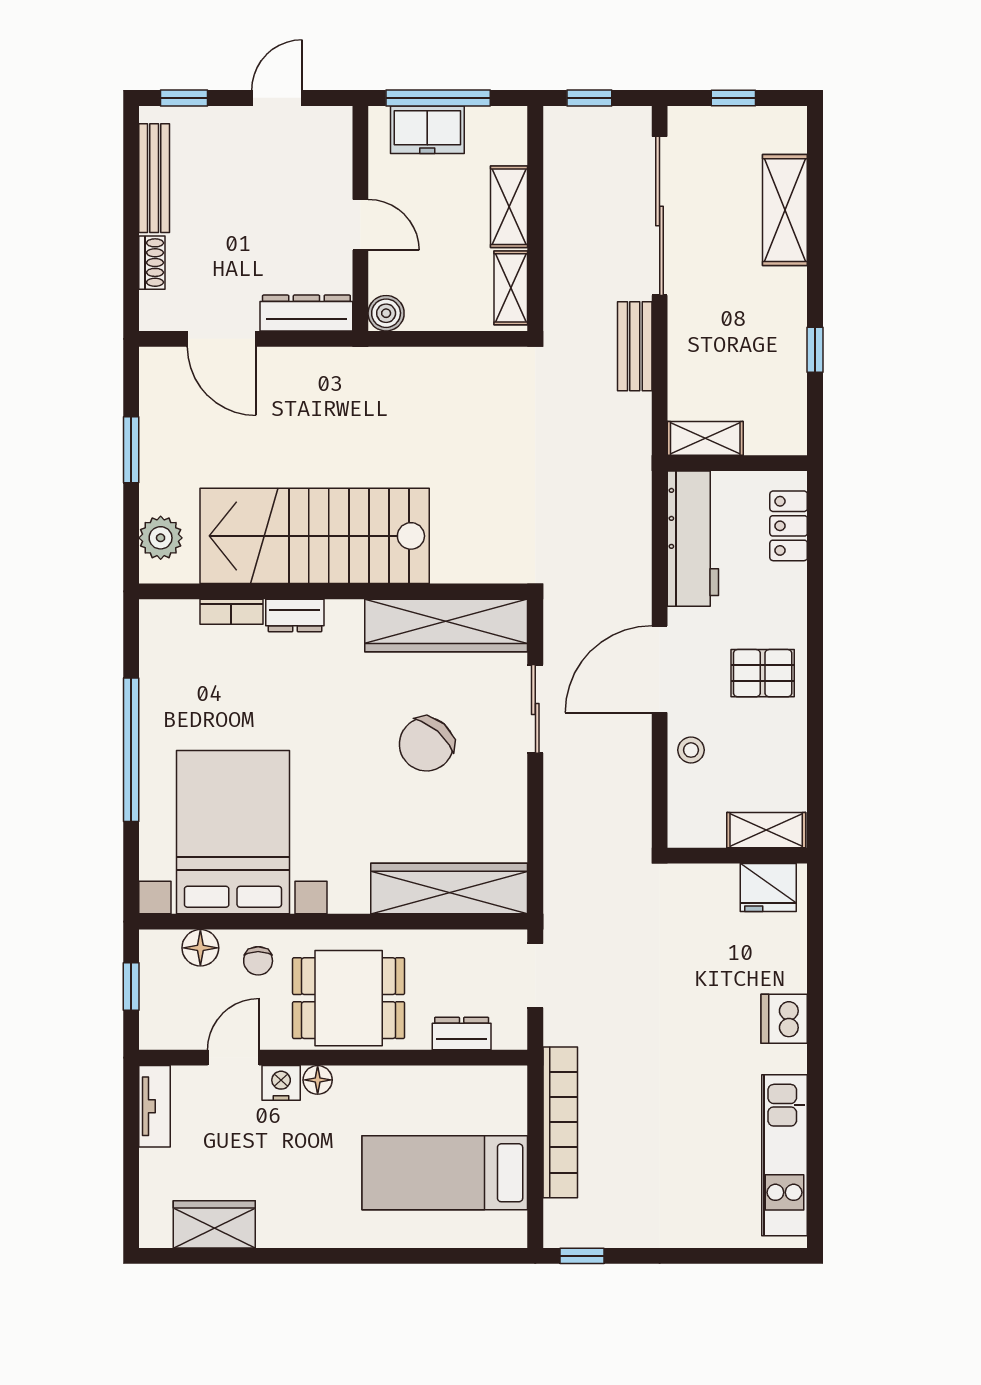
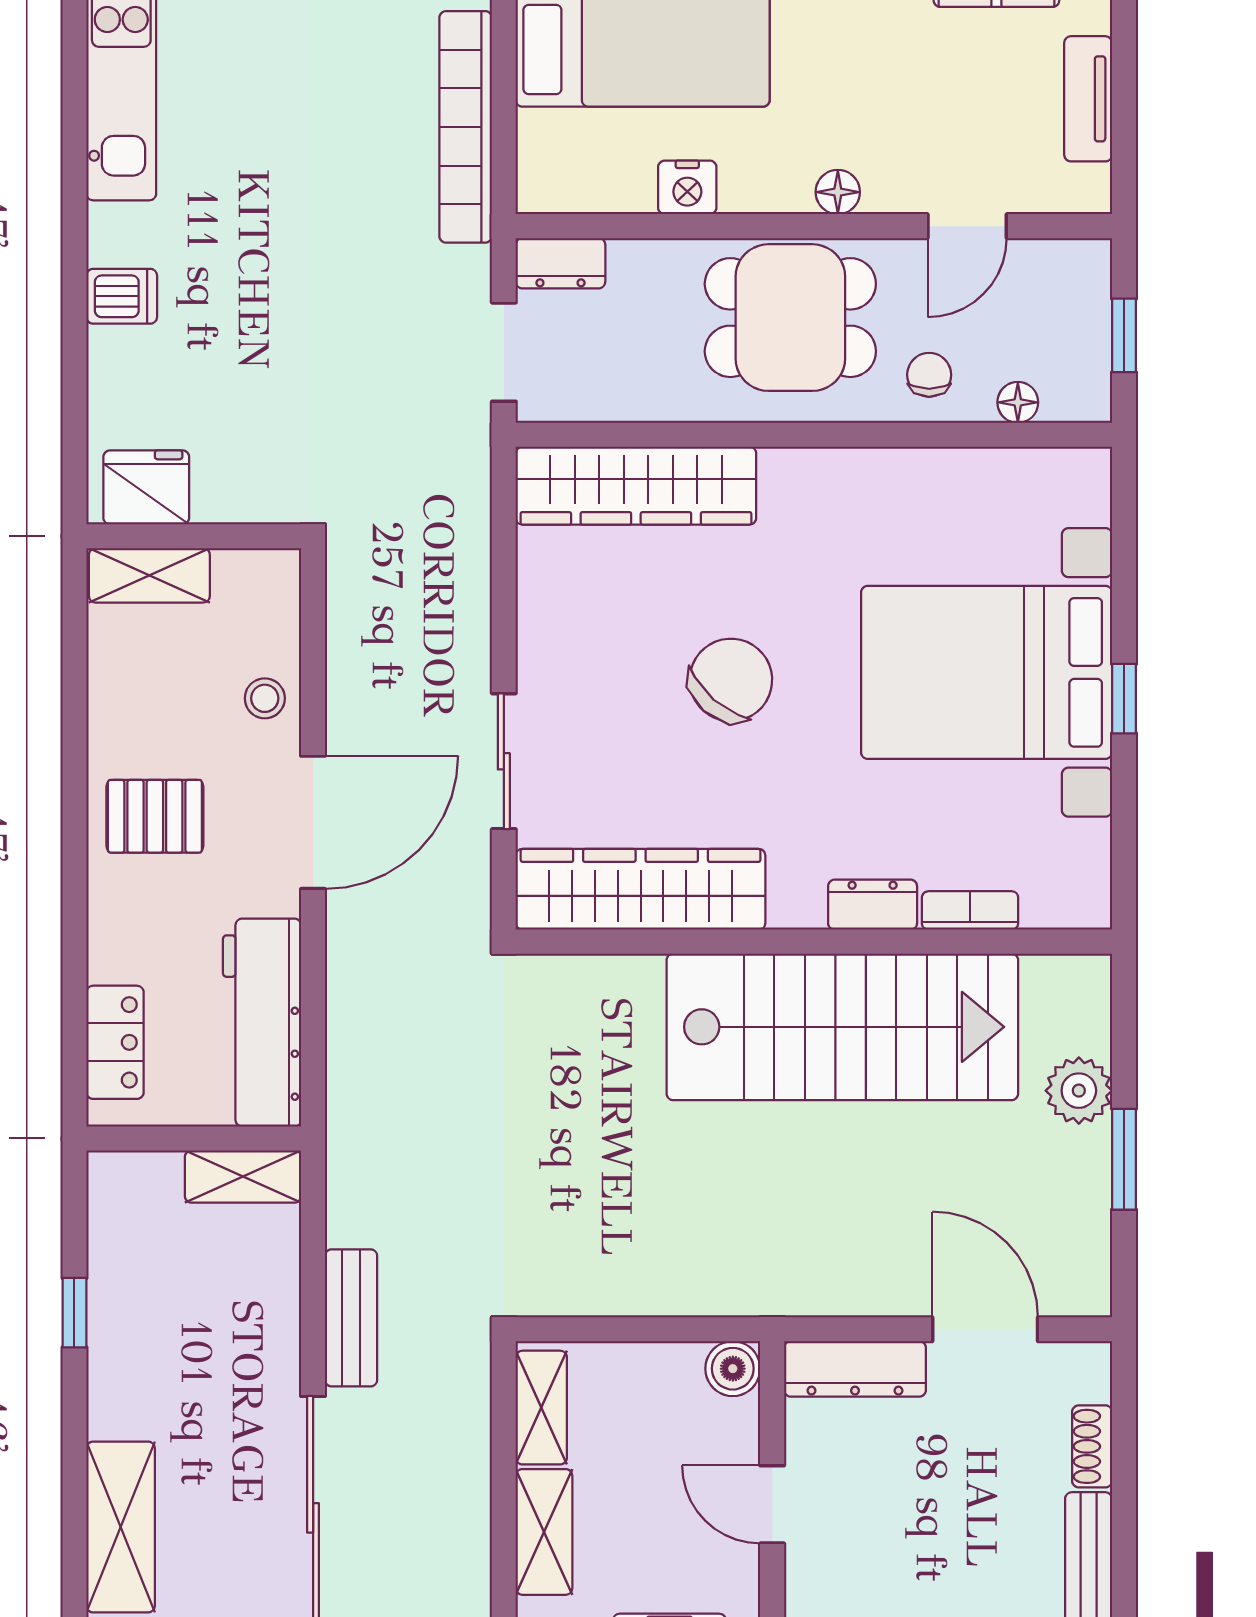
plant: (161, 538) -> (1079, 1091), moved
chair: (426, 744) -> (731, 680), moved
window: (131, 750) -> (1124, 699), width x0.32
bed with nightstands: (233, 832) -> (987, 672), moved, turned 90
floor lamp: (200, 948) -> (1018, 402), width x0.73, depth x0.73
dishwasher: (784, 1019) -> (122, 296), width x0.73
dresser: (462, 1034) -> (561, 263), moved
nightstand: (281, 1083) -> (687, 187), moved
tv unit: (155, 1106) -> (1088, 99), moved

